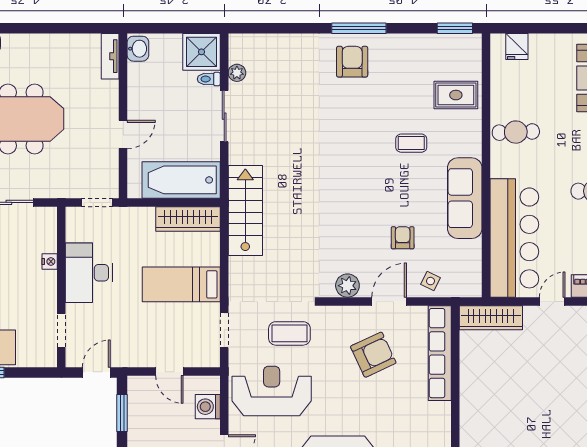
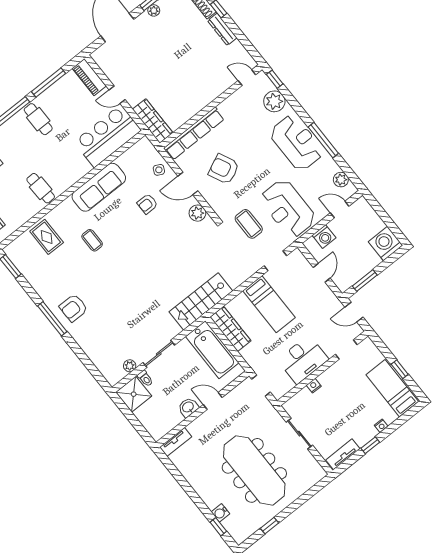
washbasin: (138, 49) -> (188, 407), moved
bar counter: (514, 238) -> (108, 136), width x0.73

